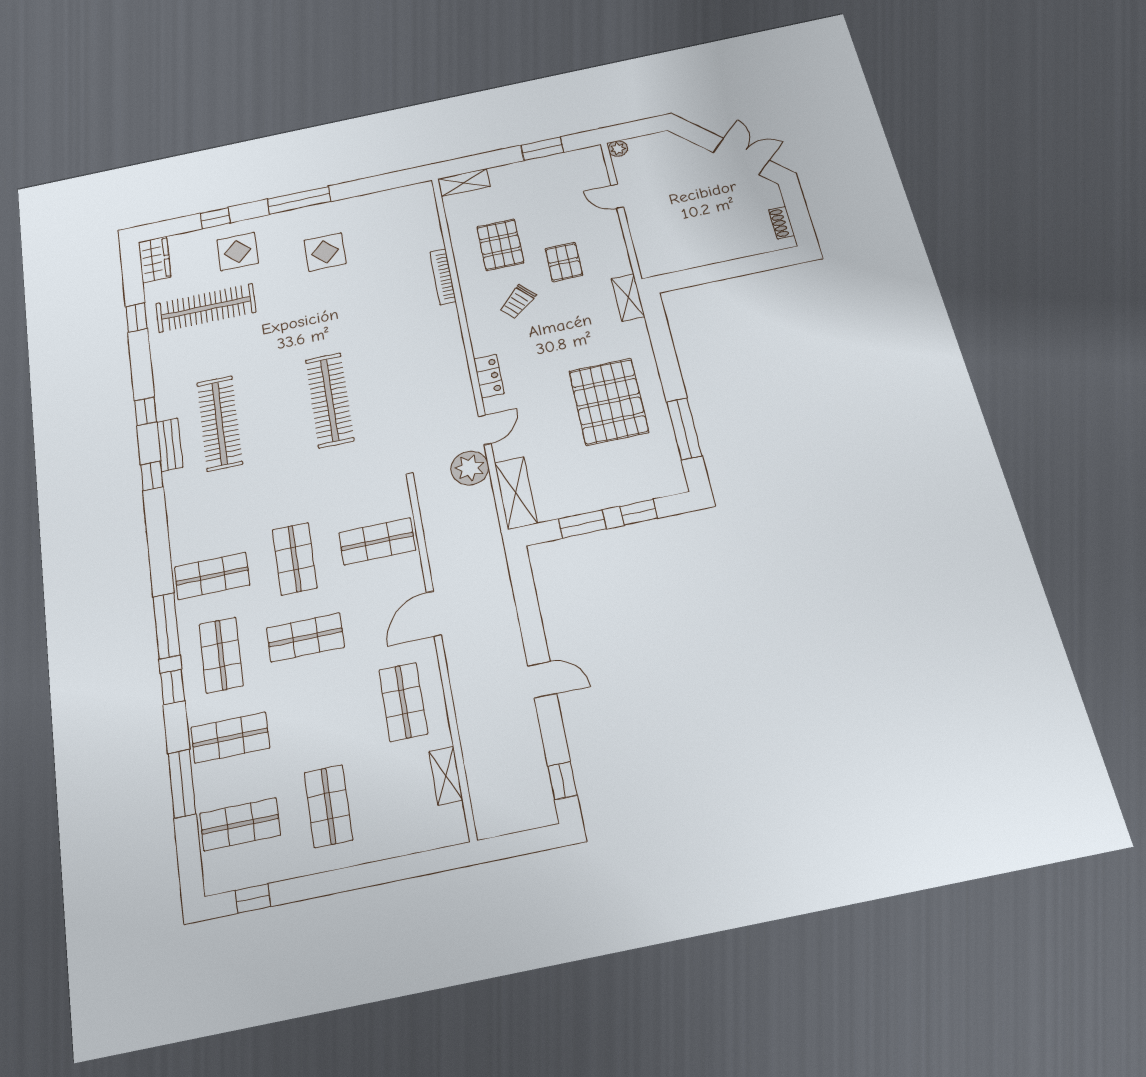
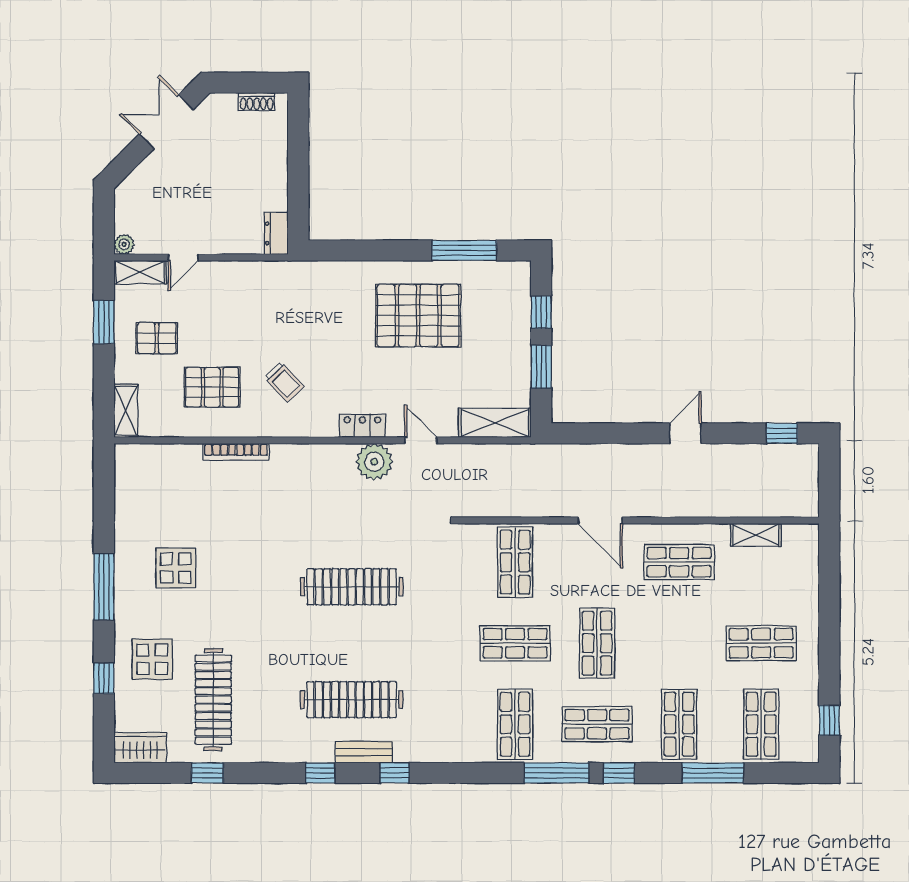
pallet: (564, 262) -> (157, 338), moved
dresser: (659, 265) -> (276, 233), added
shelving: (628, 297) -> (140, 272), moved
plant: (470, 468) -> (374, 462), moved

